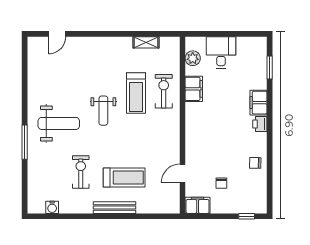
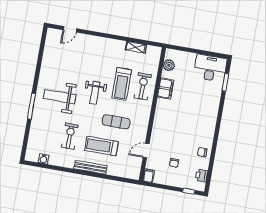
desk: (221, 52) -> (210, 68), moved, width x1.37
filing cabinet: (258, 103) -> (212, 107), removed
weight bench: (59, 123) -> (60, 97), turned 180
printer: (260, 124) -> (202, 176), moved
exercise mat: (137, 143) -> (116, 122), added
treadmill: (124, 178) -> (102, 146), turned 180
filing cabinet: (198, 205) -> (149, 176), width x0.50

